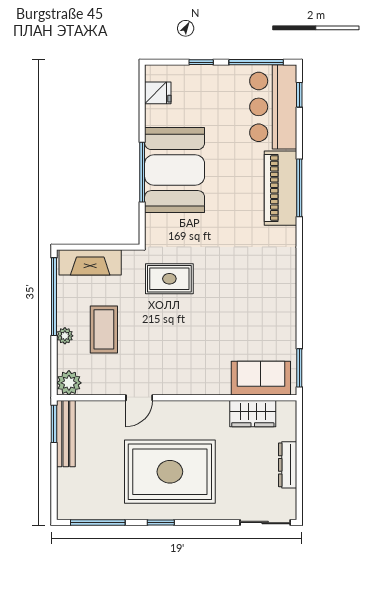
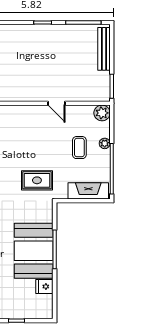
fridge: (158, 93) -> (44, 287), moved
coffee table: (104, 329) -> (79, 148), width x0.73, depth x0.77
door: (139, 398) -> (57, 103), swing flipped
bench: (66, 434) -> (104, 49), moved
rug: (170, 472) -> (37, 55), removed

